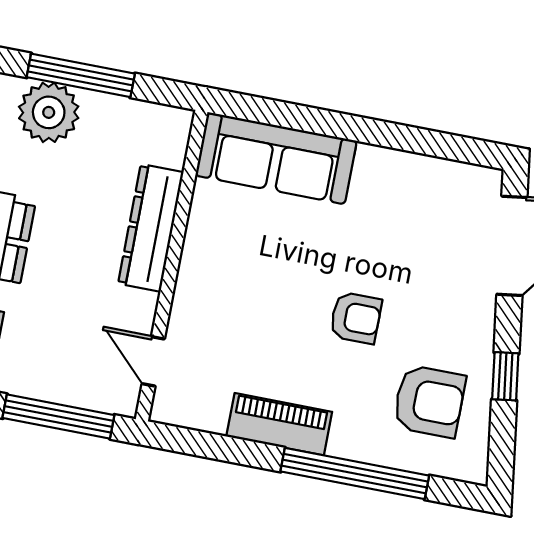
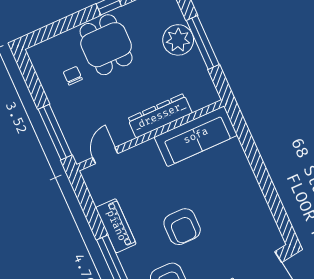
sofa: (276, 158) -> (196, 136), moved, turned -90
armchair: (356, 318) -> (182, 227), width x1.38, depth x1.38

